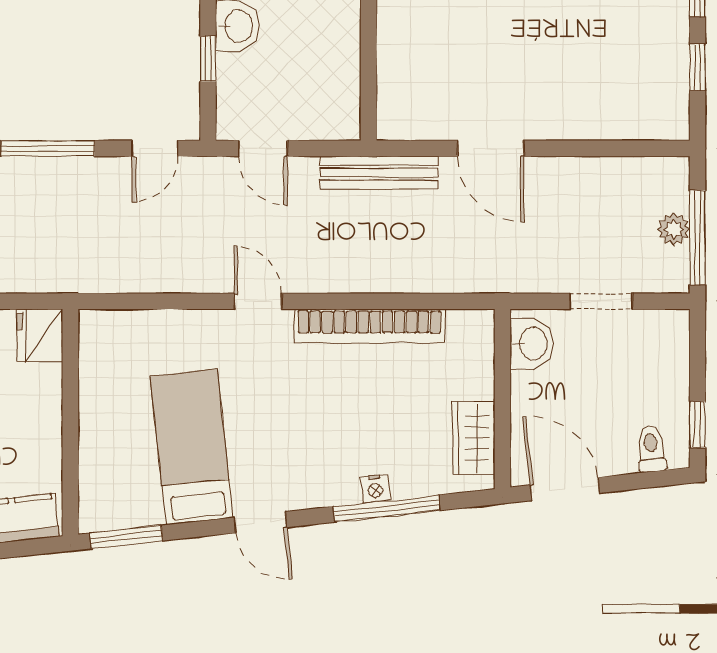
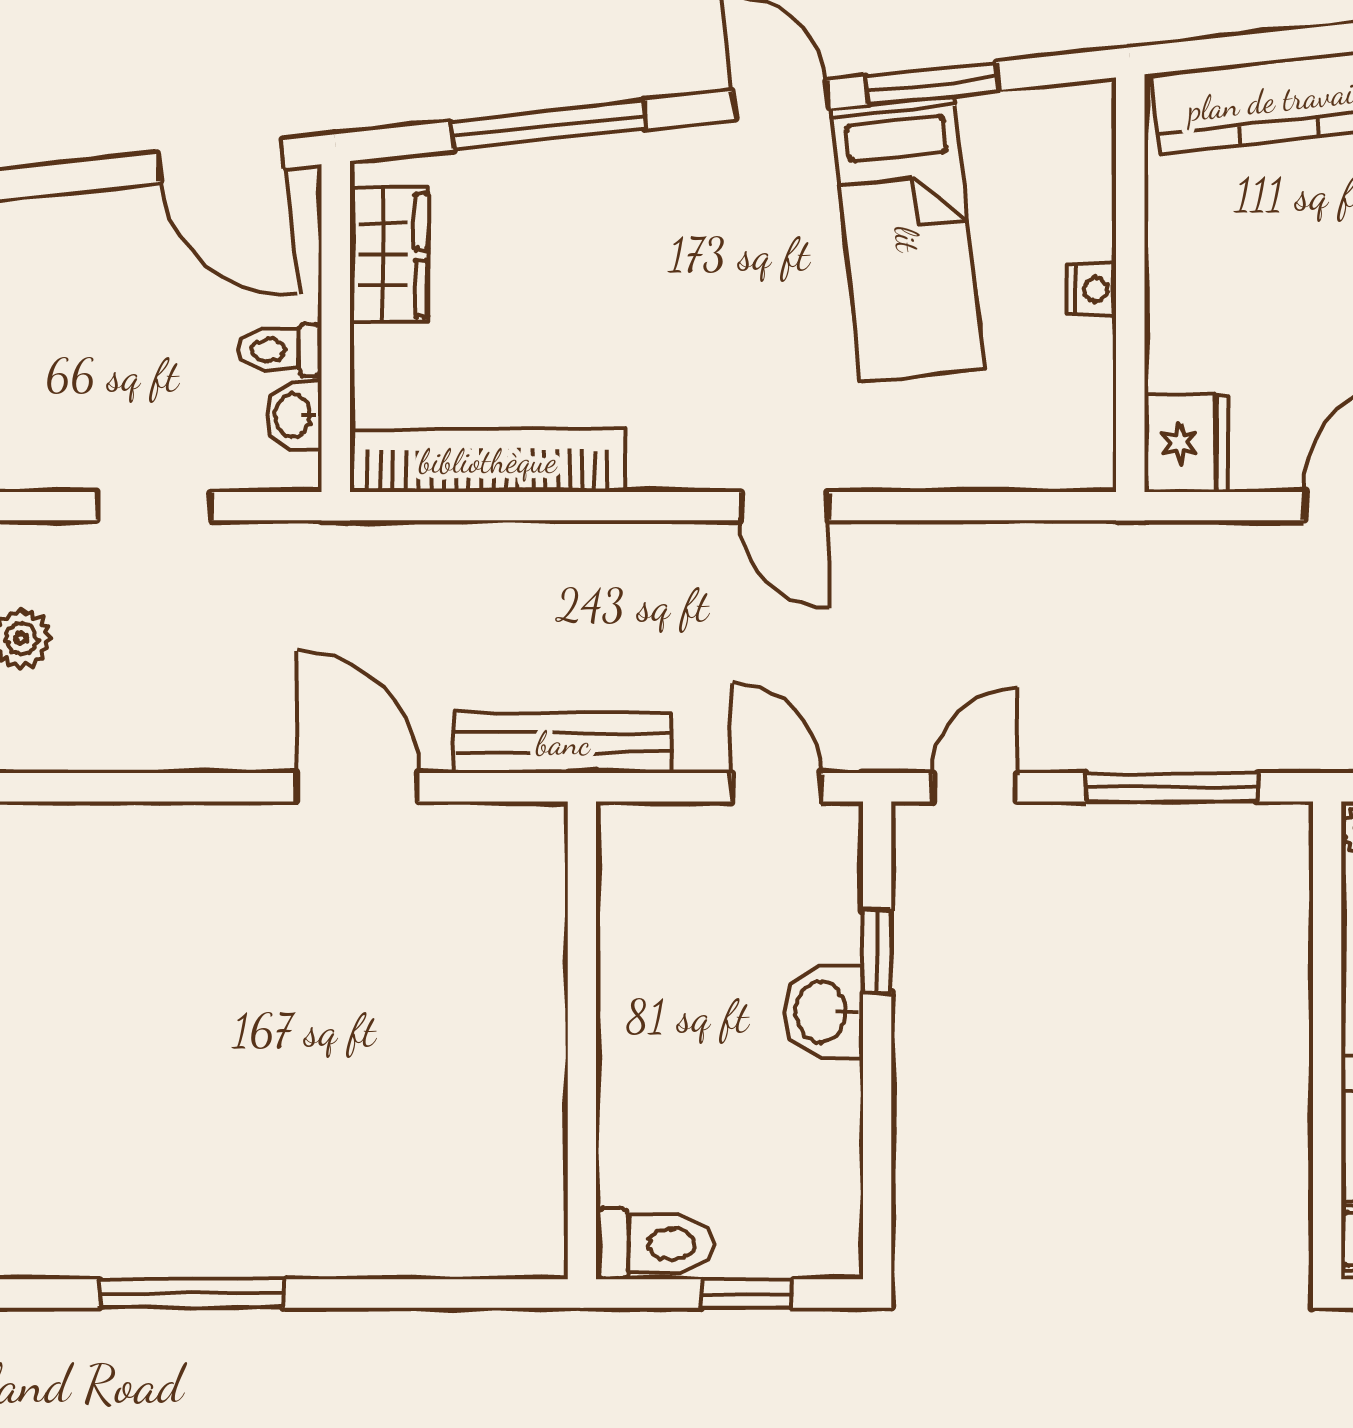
bookcase: (369, 326) -> (488, 461), moved
washbasin: (532, 344) -> (294, 415), width x0.72, depth x0.69
toilet: (651, 449) -> (280, 350), moved, turned 96
nightstand: (376, 489) -> (1092, 290), moved, turned 96
window: (126, 537) -> (932, 83), moved

